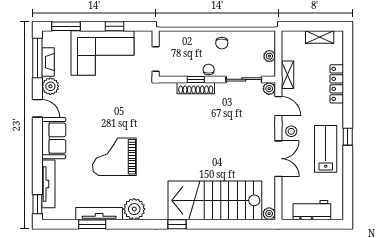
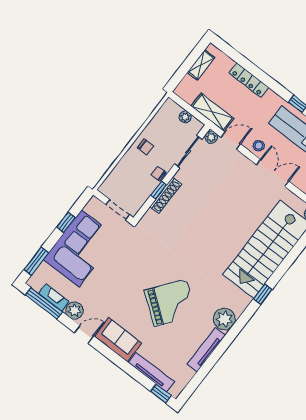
shelving: (287, 75) -> (213, 112), width x1.50, depth x1.33
grand piano: (114, 157) -> (170, 303), turned -143
window: (92, 224) -> (211, 362), removed

